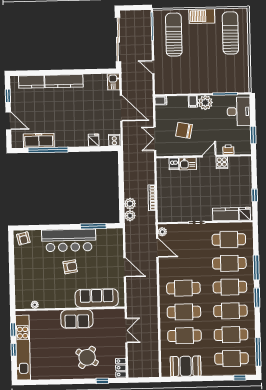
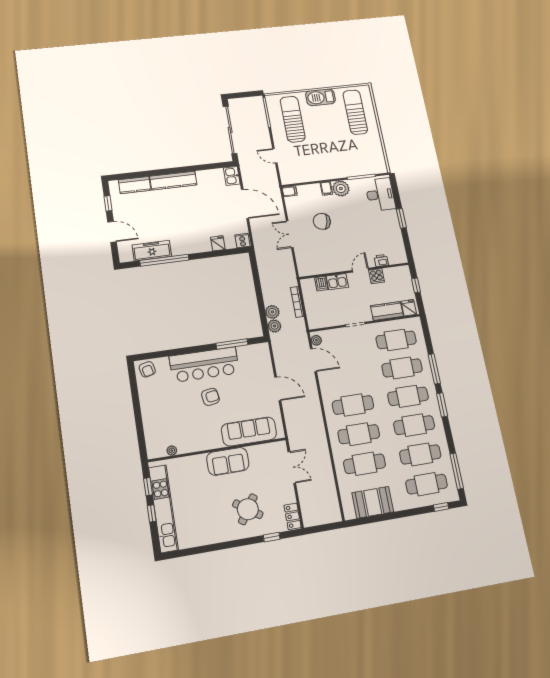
printer: (228, 150) -> (381, 260), moved
wall: (204, 156) -> (354, 271), moved
door: (209, 156) -> (361, 270), moved
cooker: (222, 163) -> (377, 276), moved
dishwasher: (174, 164) -> (321, 284), moved
kitchen sink: (188, 164) -> (337, 282), moved

